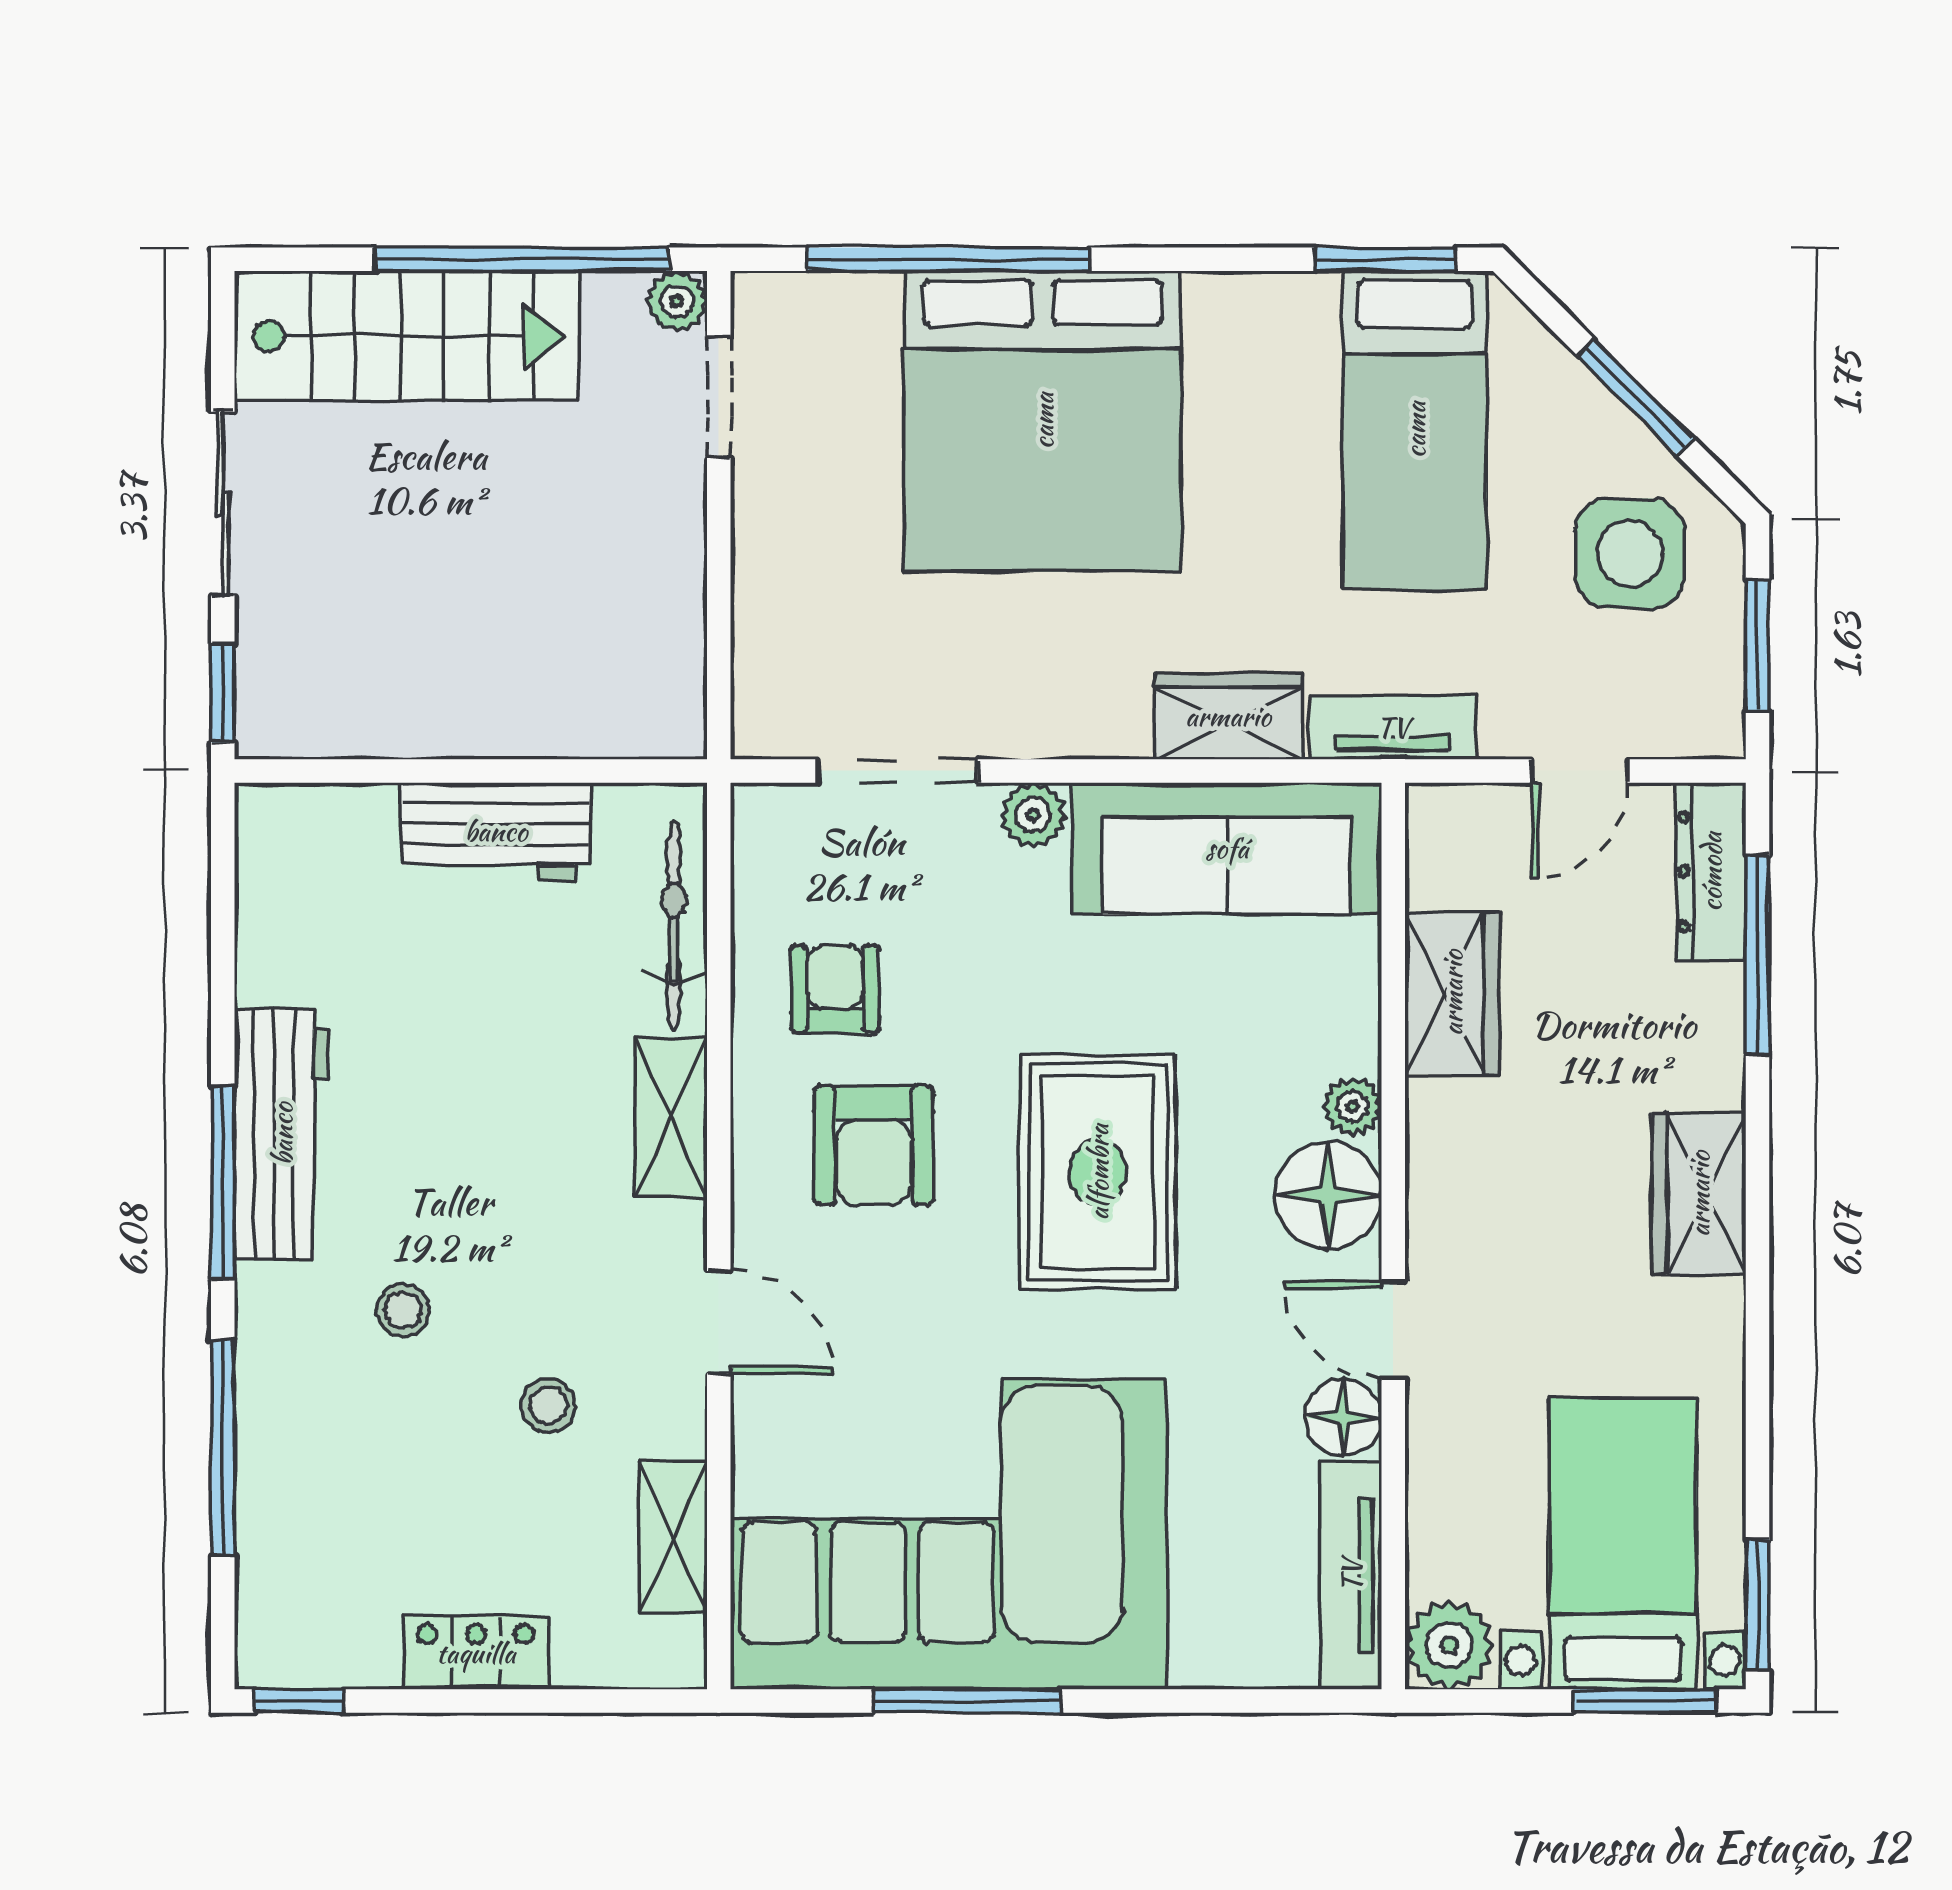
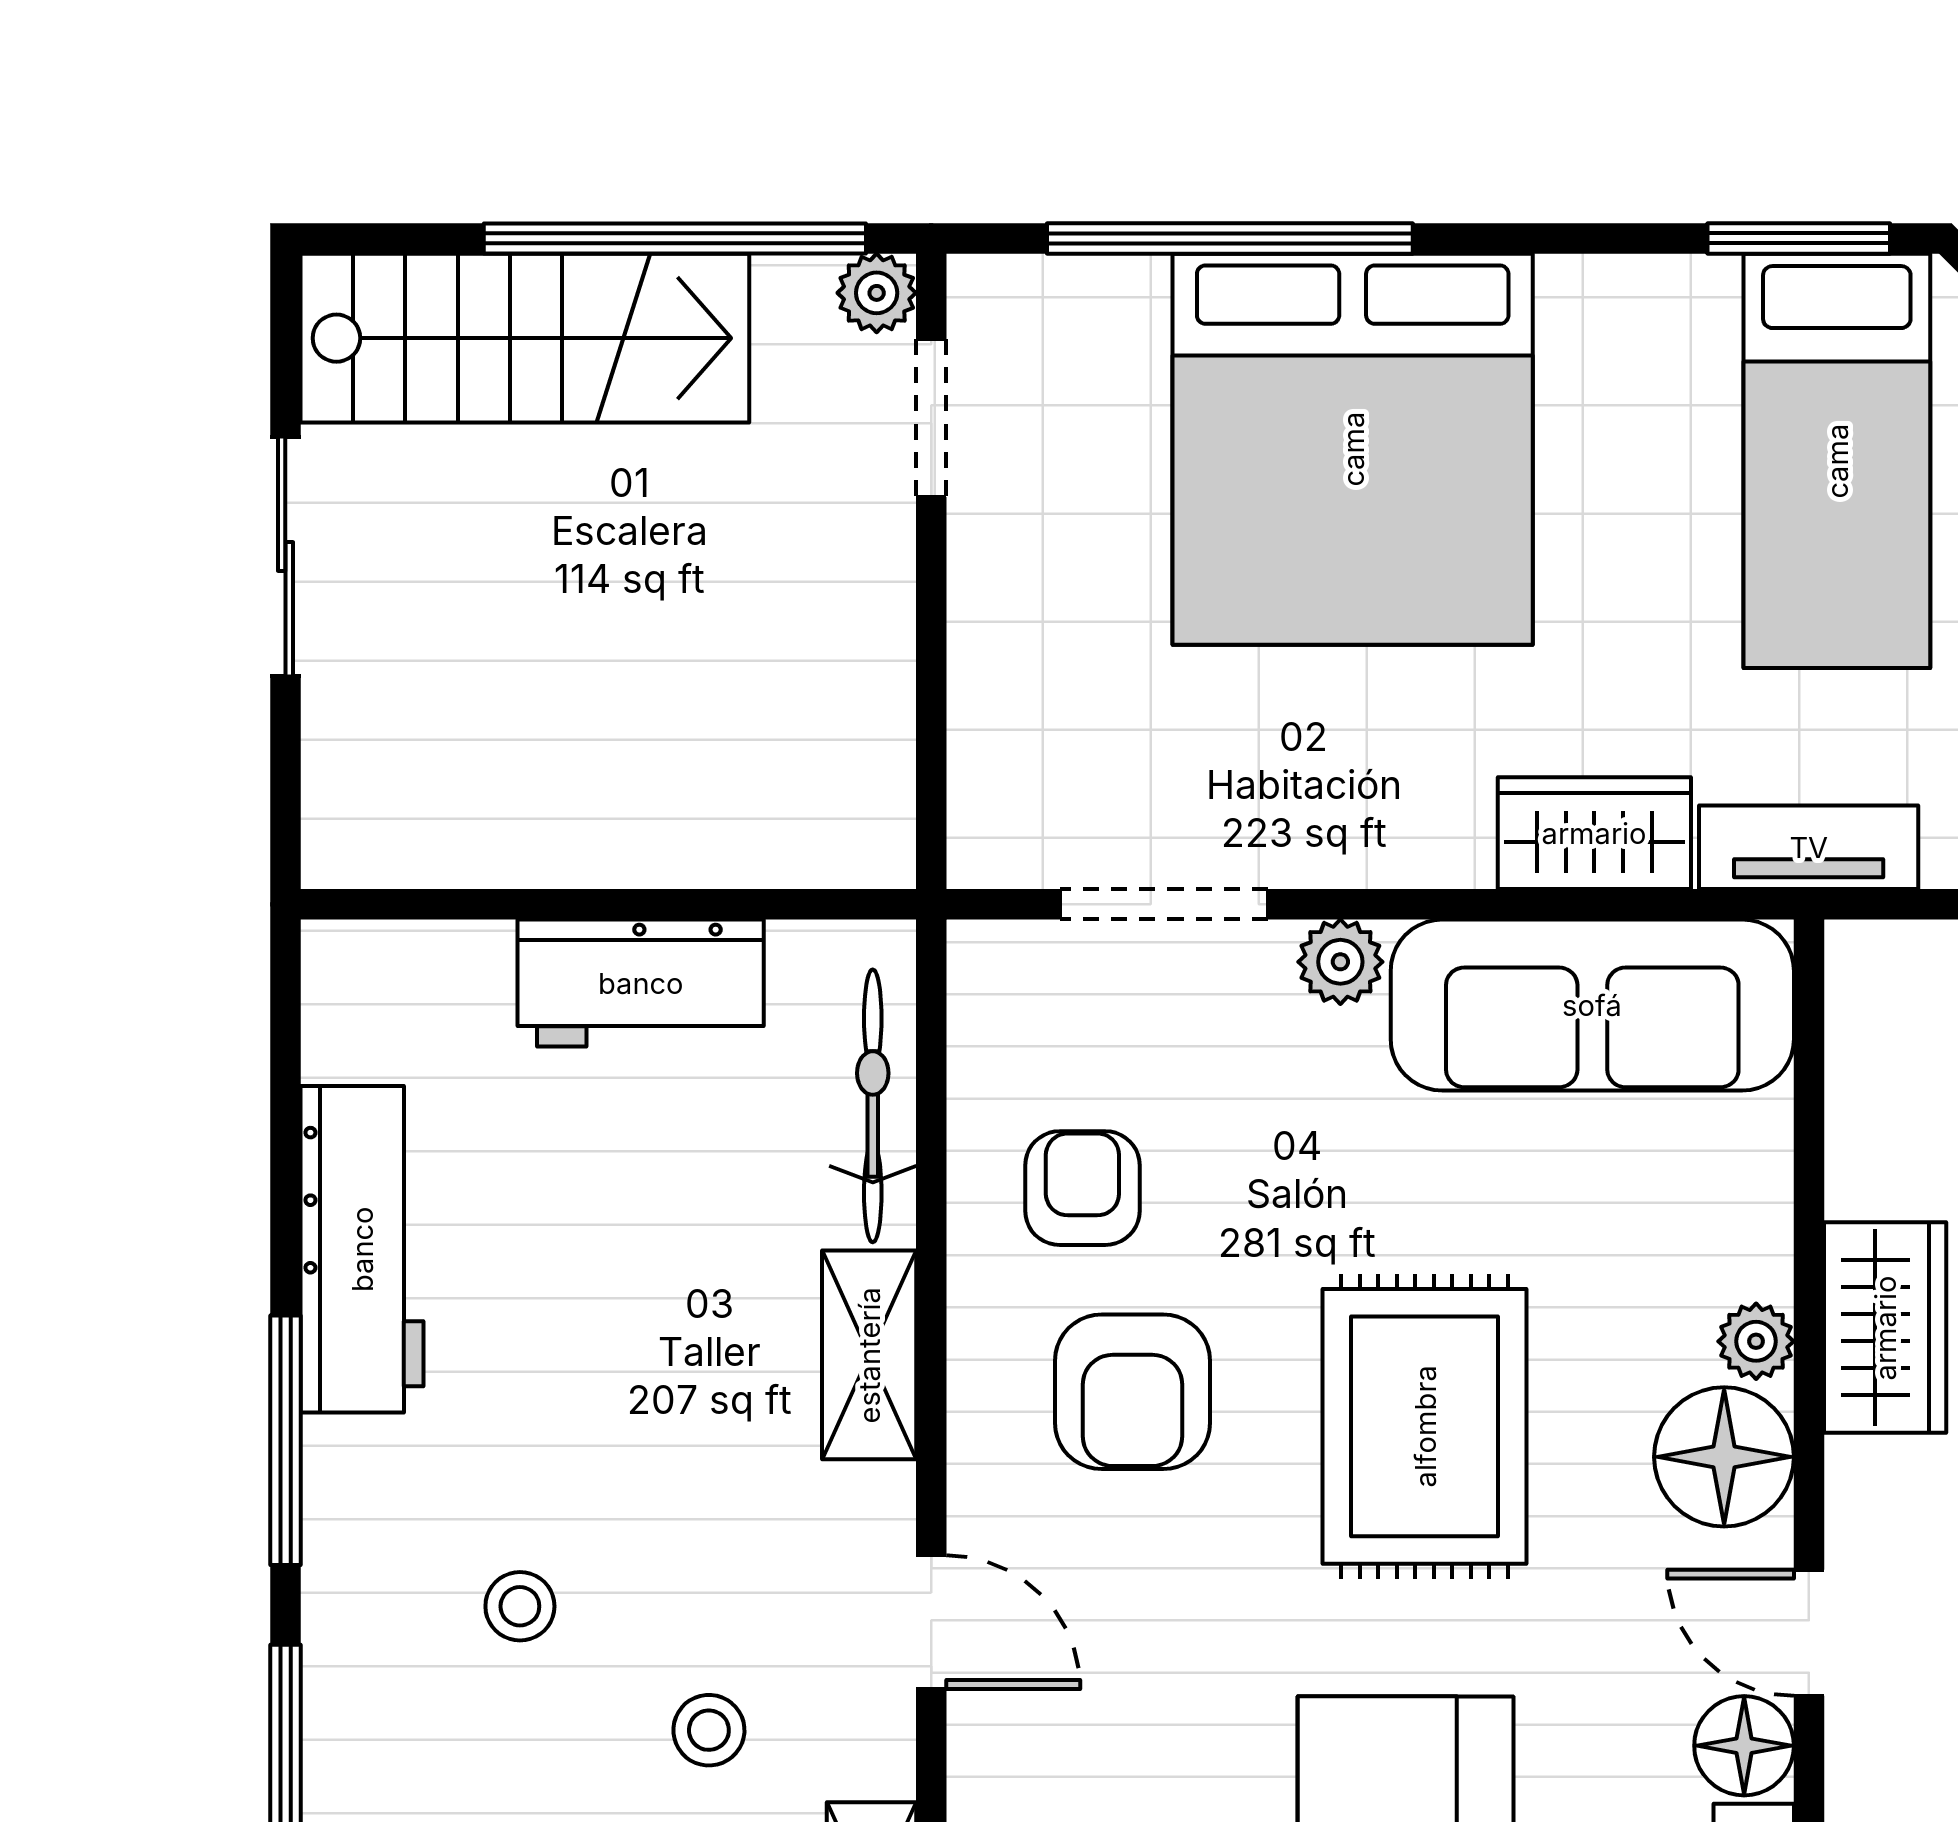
window: (223, 693) -> (285, 803), removed
wardrobe: (1452, 993) -> (1885, 1328), moved
workbench: (282, 1134) -> (362, 1249), moved

